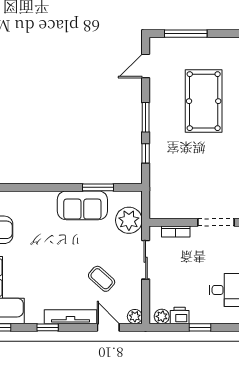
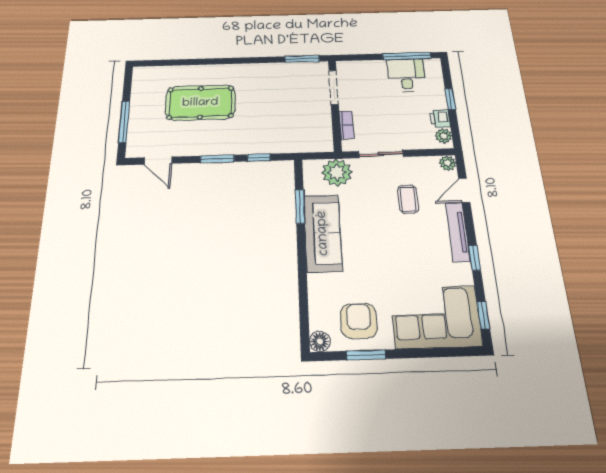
sofa: (82, 205) -> (323, 233), width x1.36
coffee table: (102, 279) -> (408, 199), turned -42

